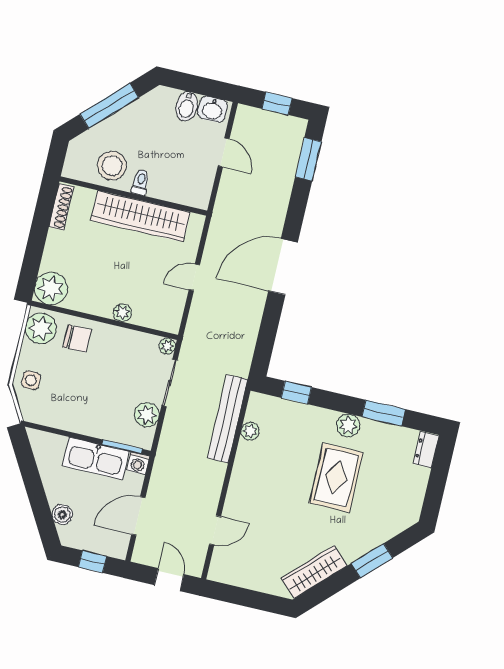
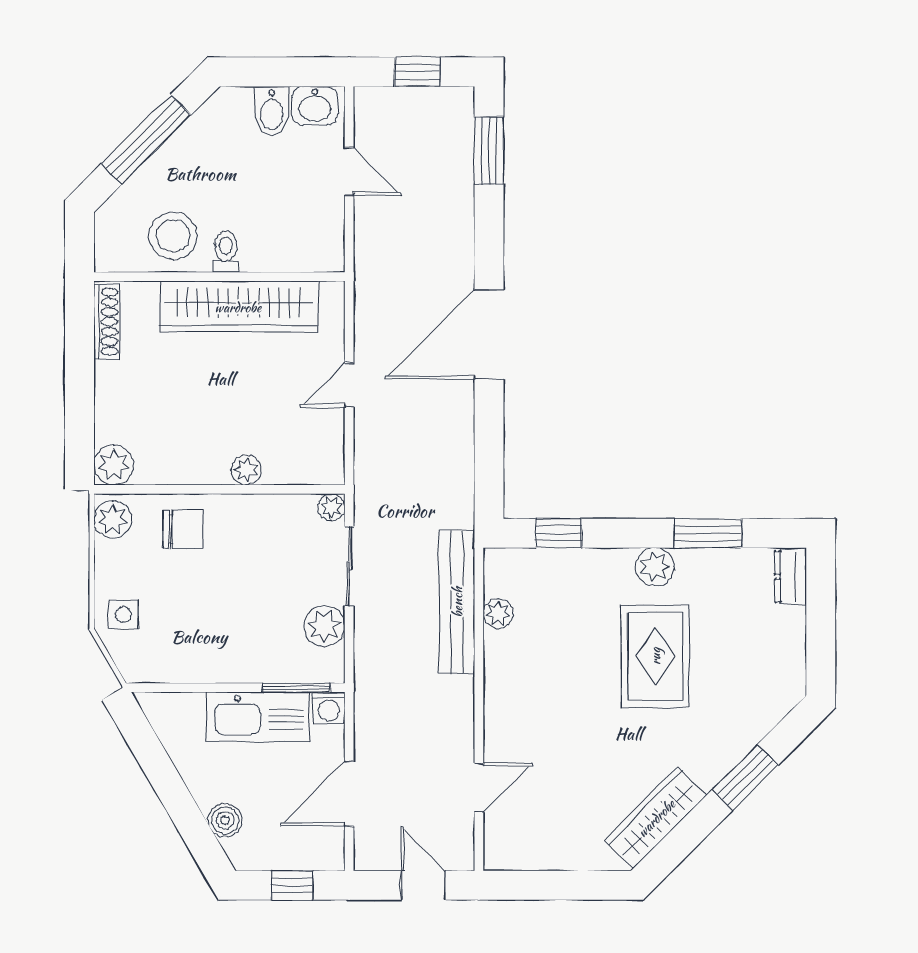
plant: (51, 288) -> (114, 465), width x0.73, depth x0.73
plant: (41, 328) -> (113, 520), width x0.73, depth x0.73

